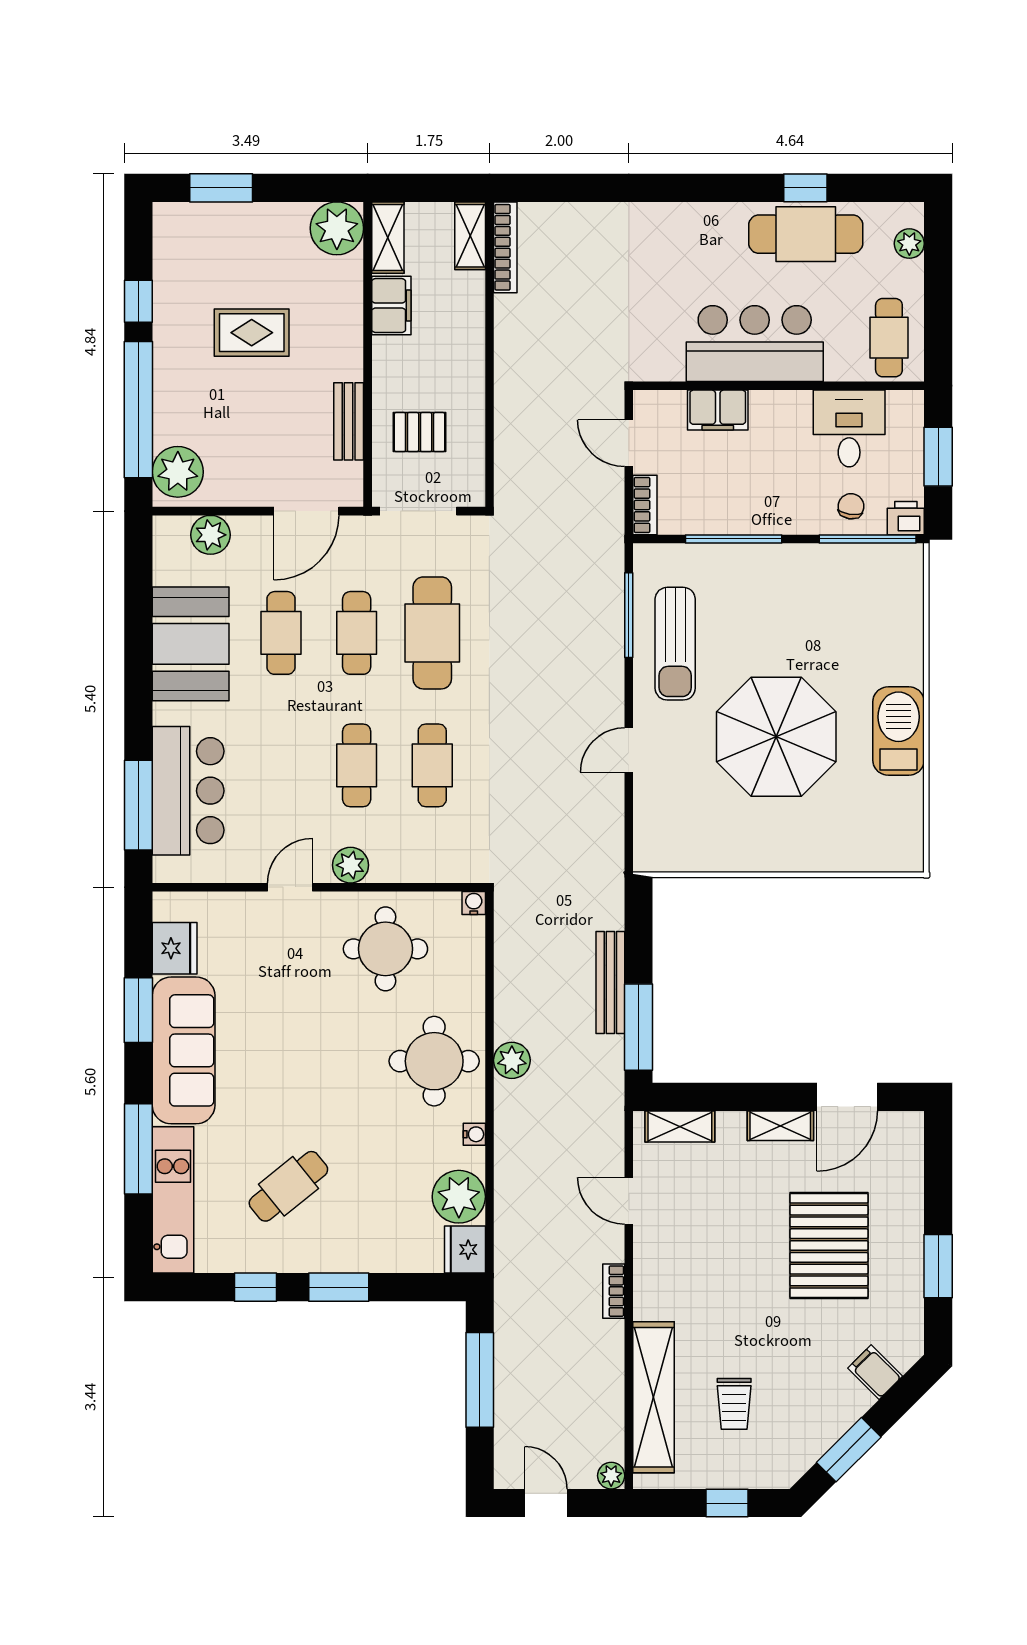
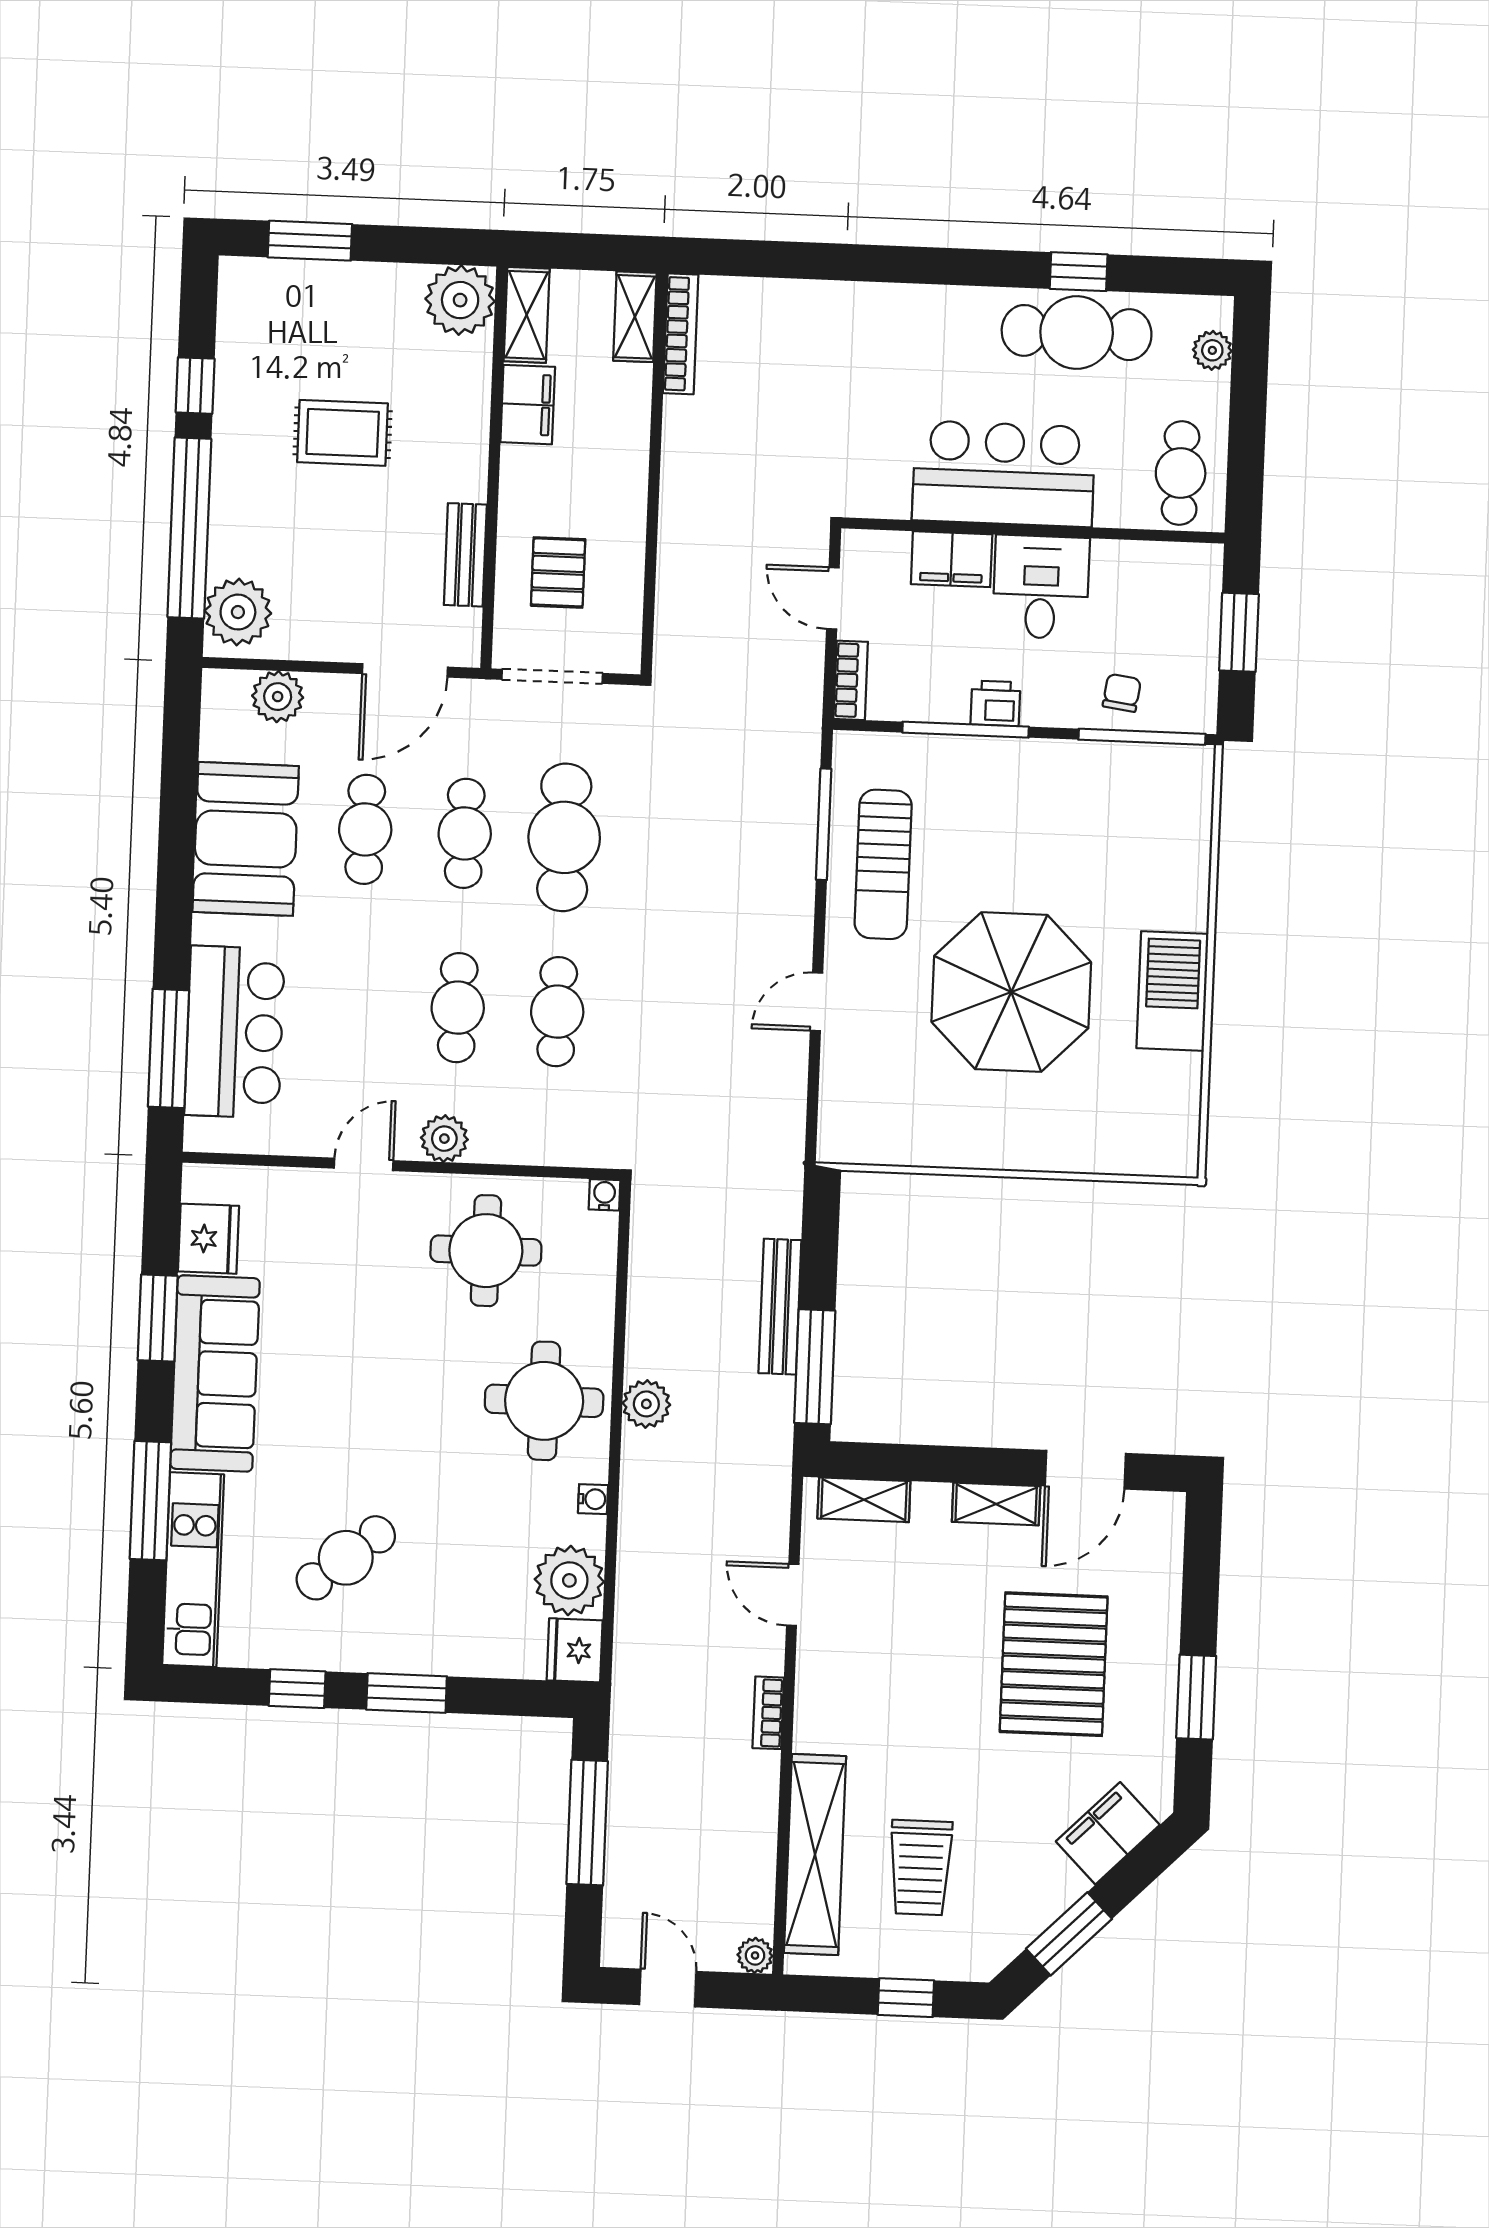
desk: (849, 428) -> (1041, 587), moved
pallet: (420, 432) -> (558, 572), turned 90
printer: (906, 518) -> (995, 703), moved
filing cabinet: (875, 1372) -> (1108, 1833), width x2.00
trolley: (734, 1404) -> (921, 1868), width x1.36, depth x1.39

